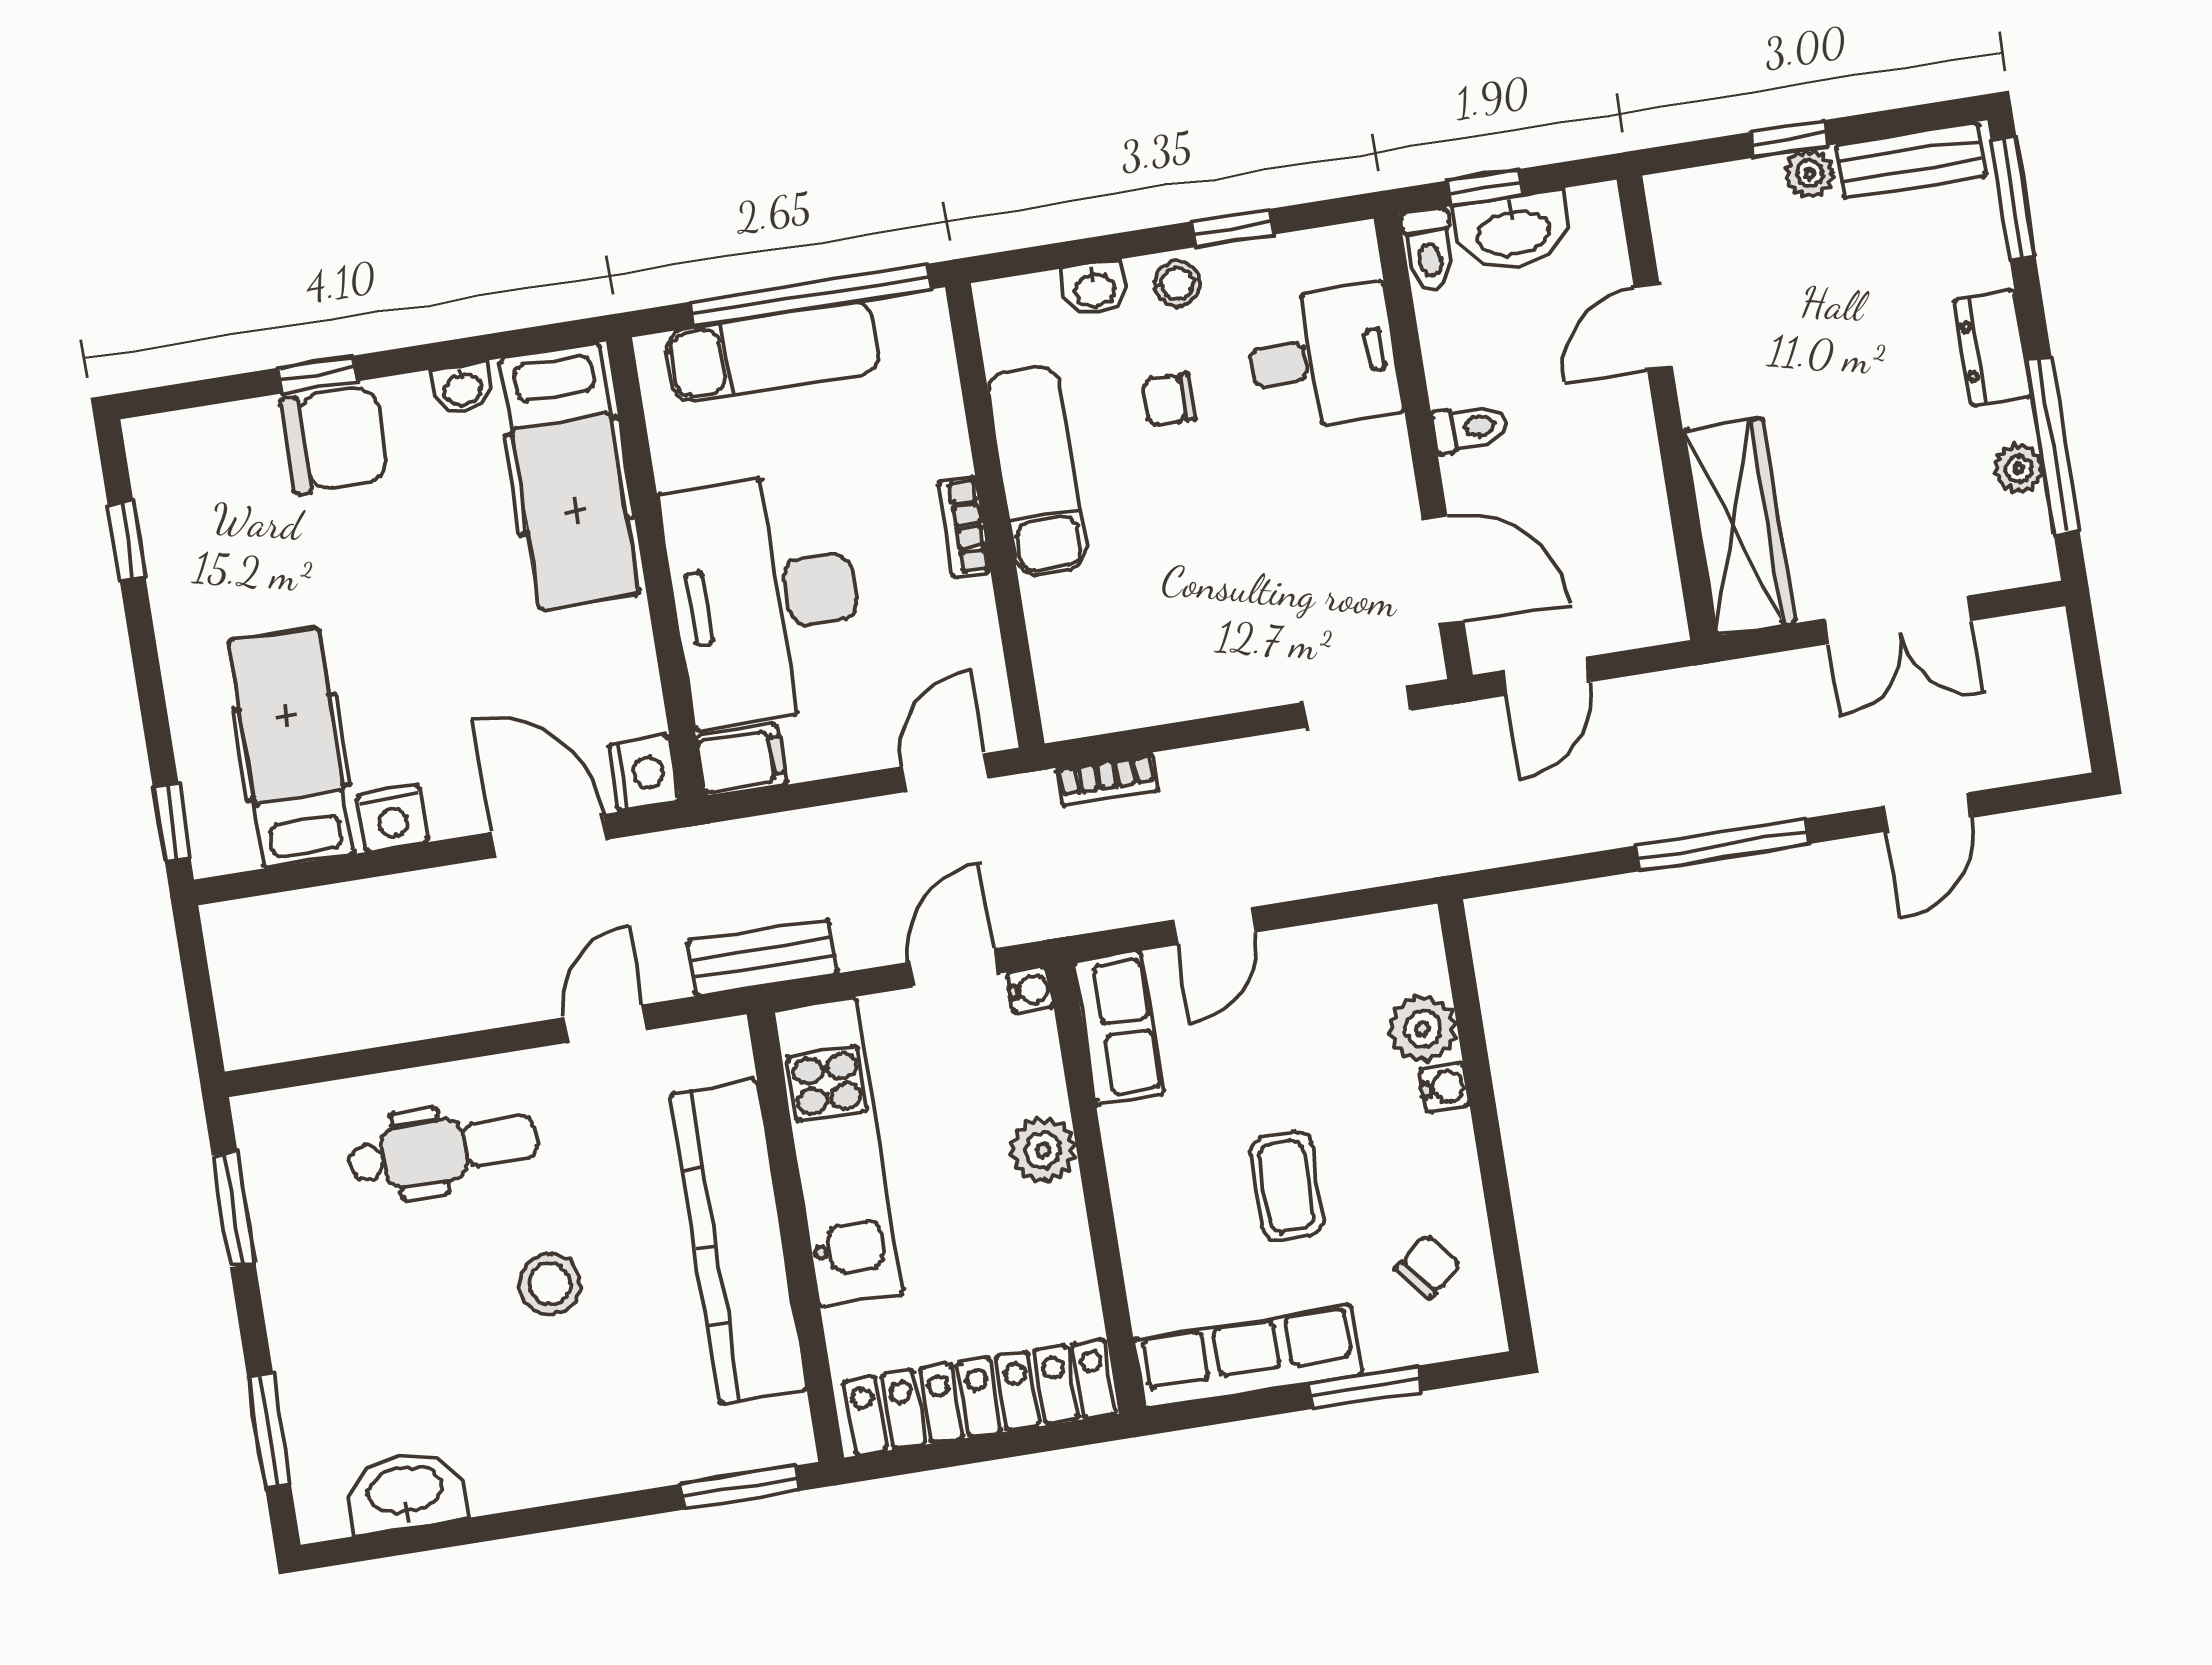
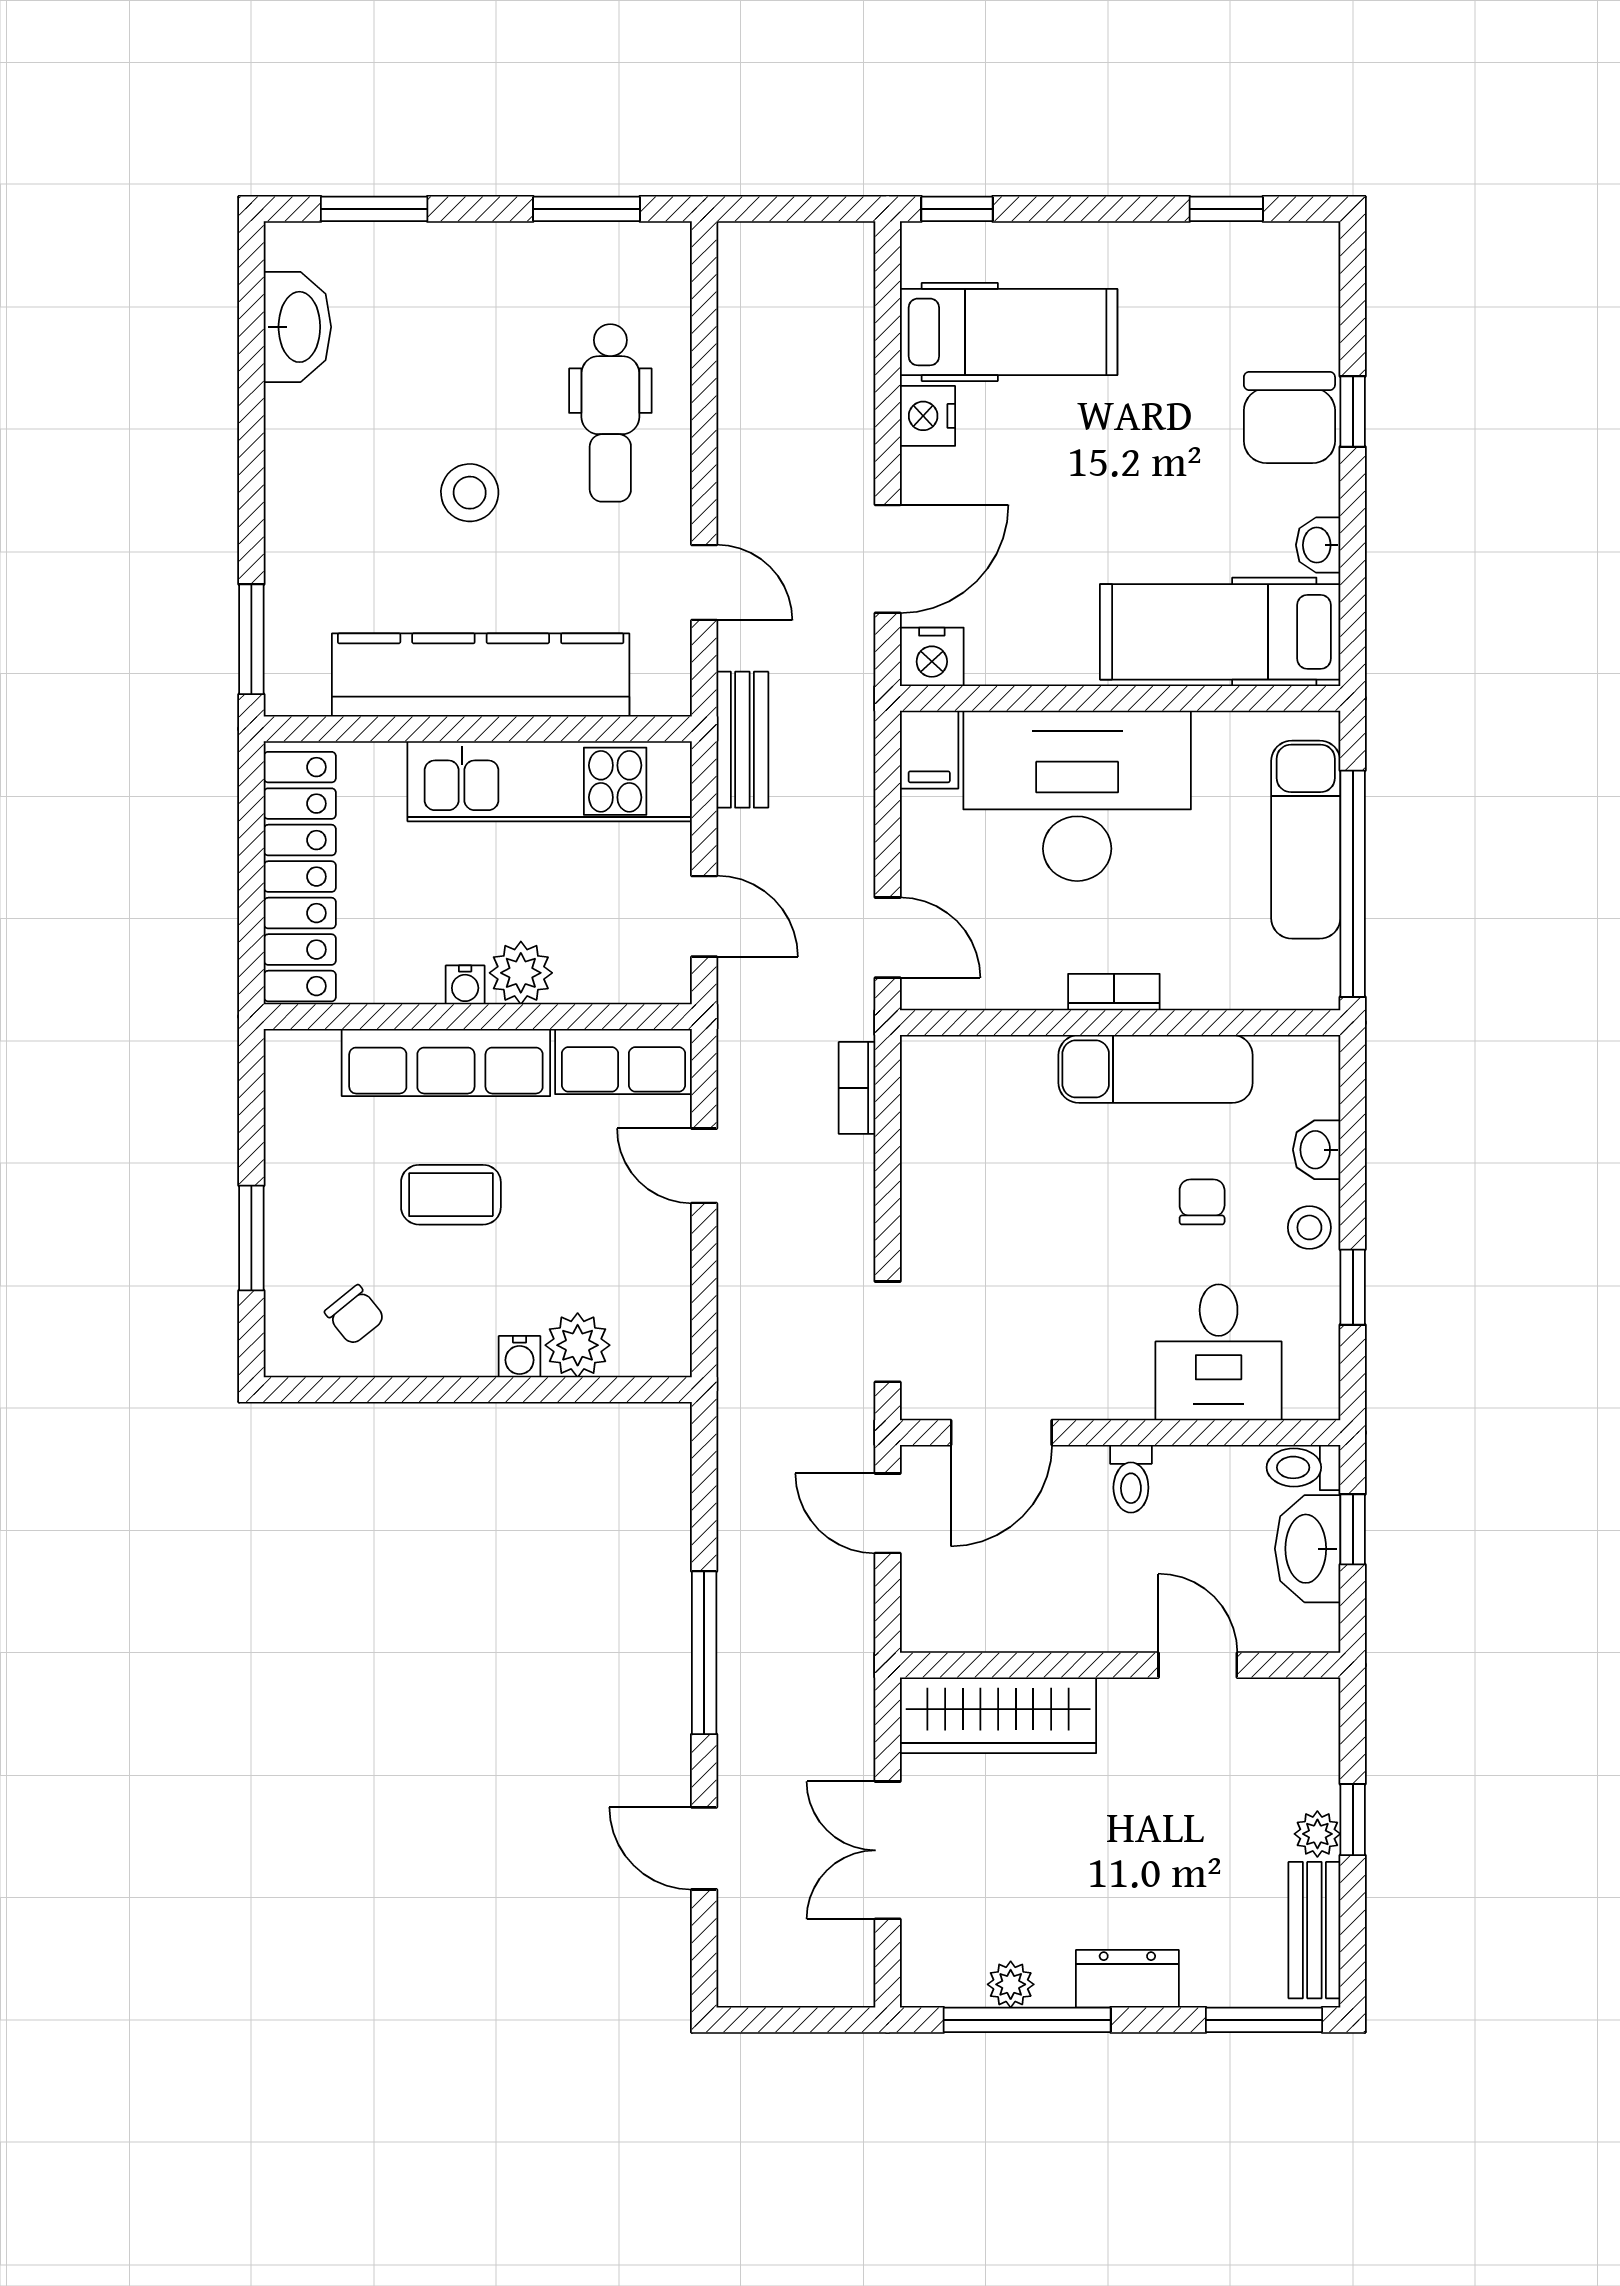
water cooler: (1030, 990) -> (465, 985), moved
row of seats: (1248, 1357) -> (446, 1062), moved, turned 90

